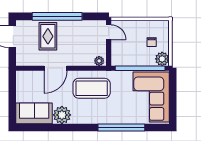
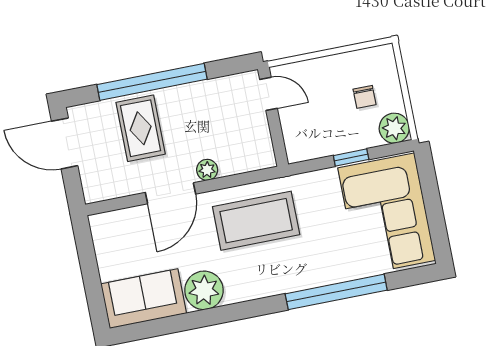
plant: (99, 61) -> (207, 170), moved
window: (140, 68) -> (351, 158), width x0.32

